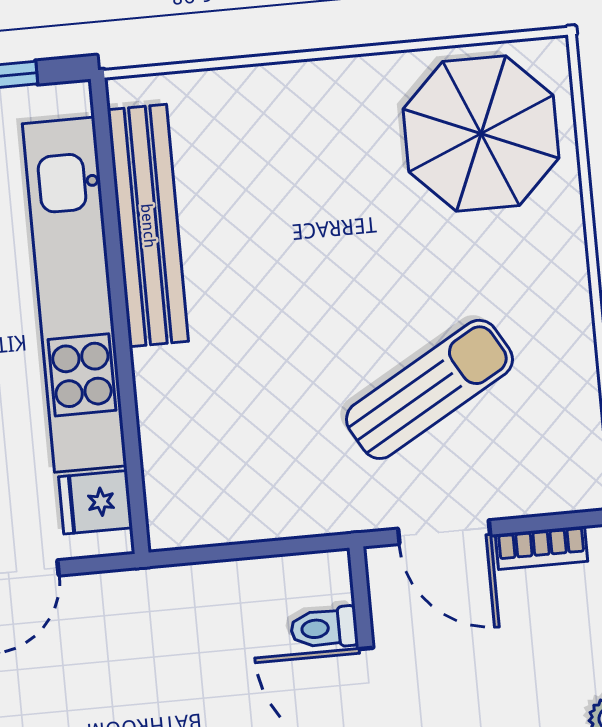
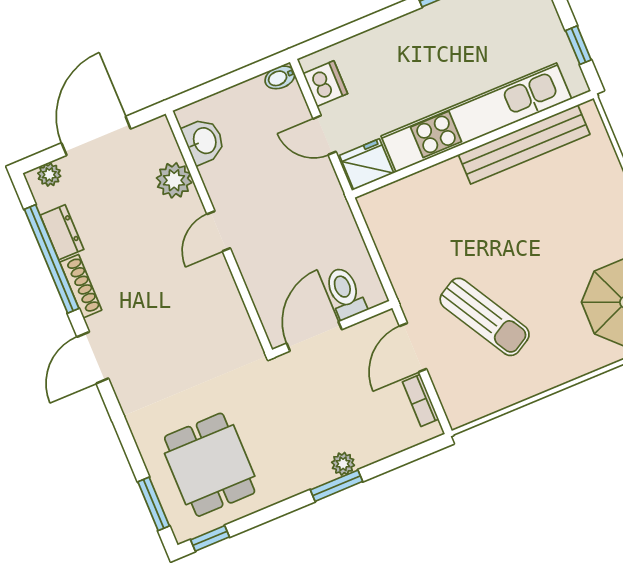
fridge: (96, 502) -> (367, 164), width x1.38
toilet: (324, 628) -> (345, 293), width x1.37, depth x1.39

